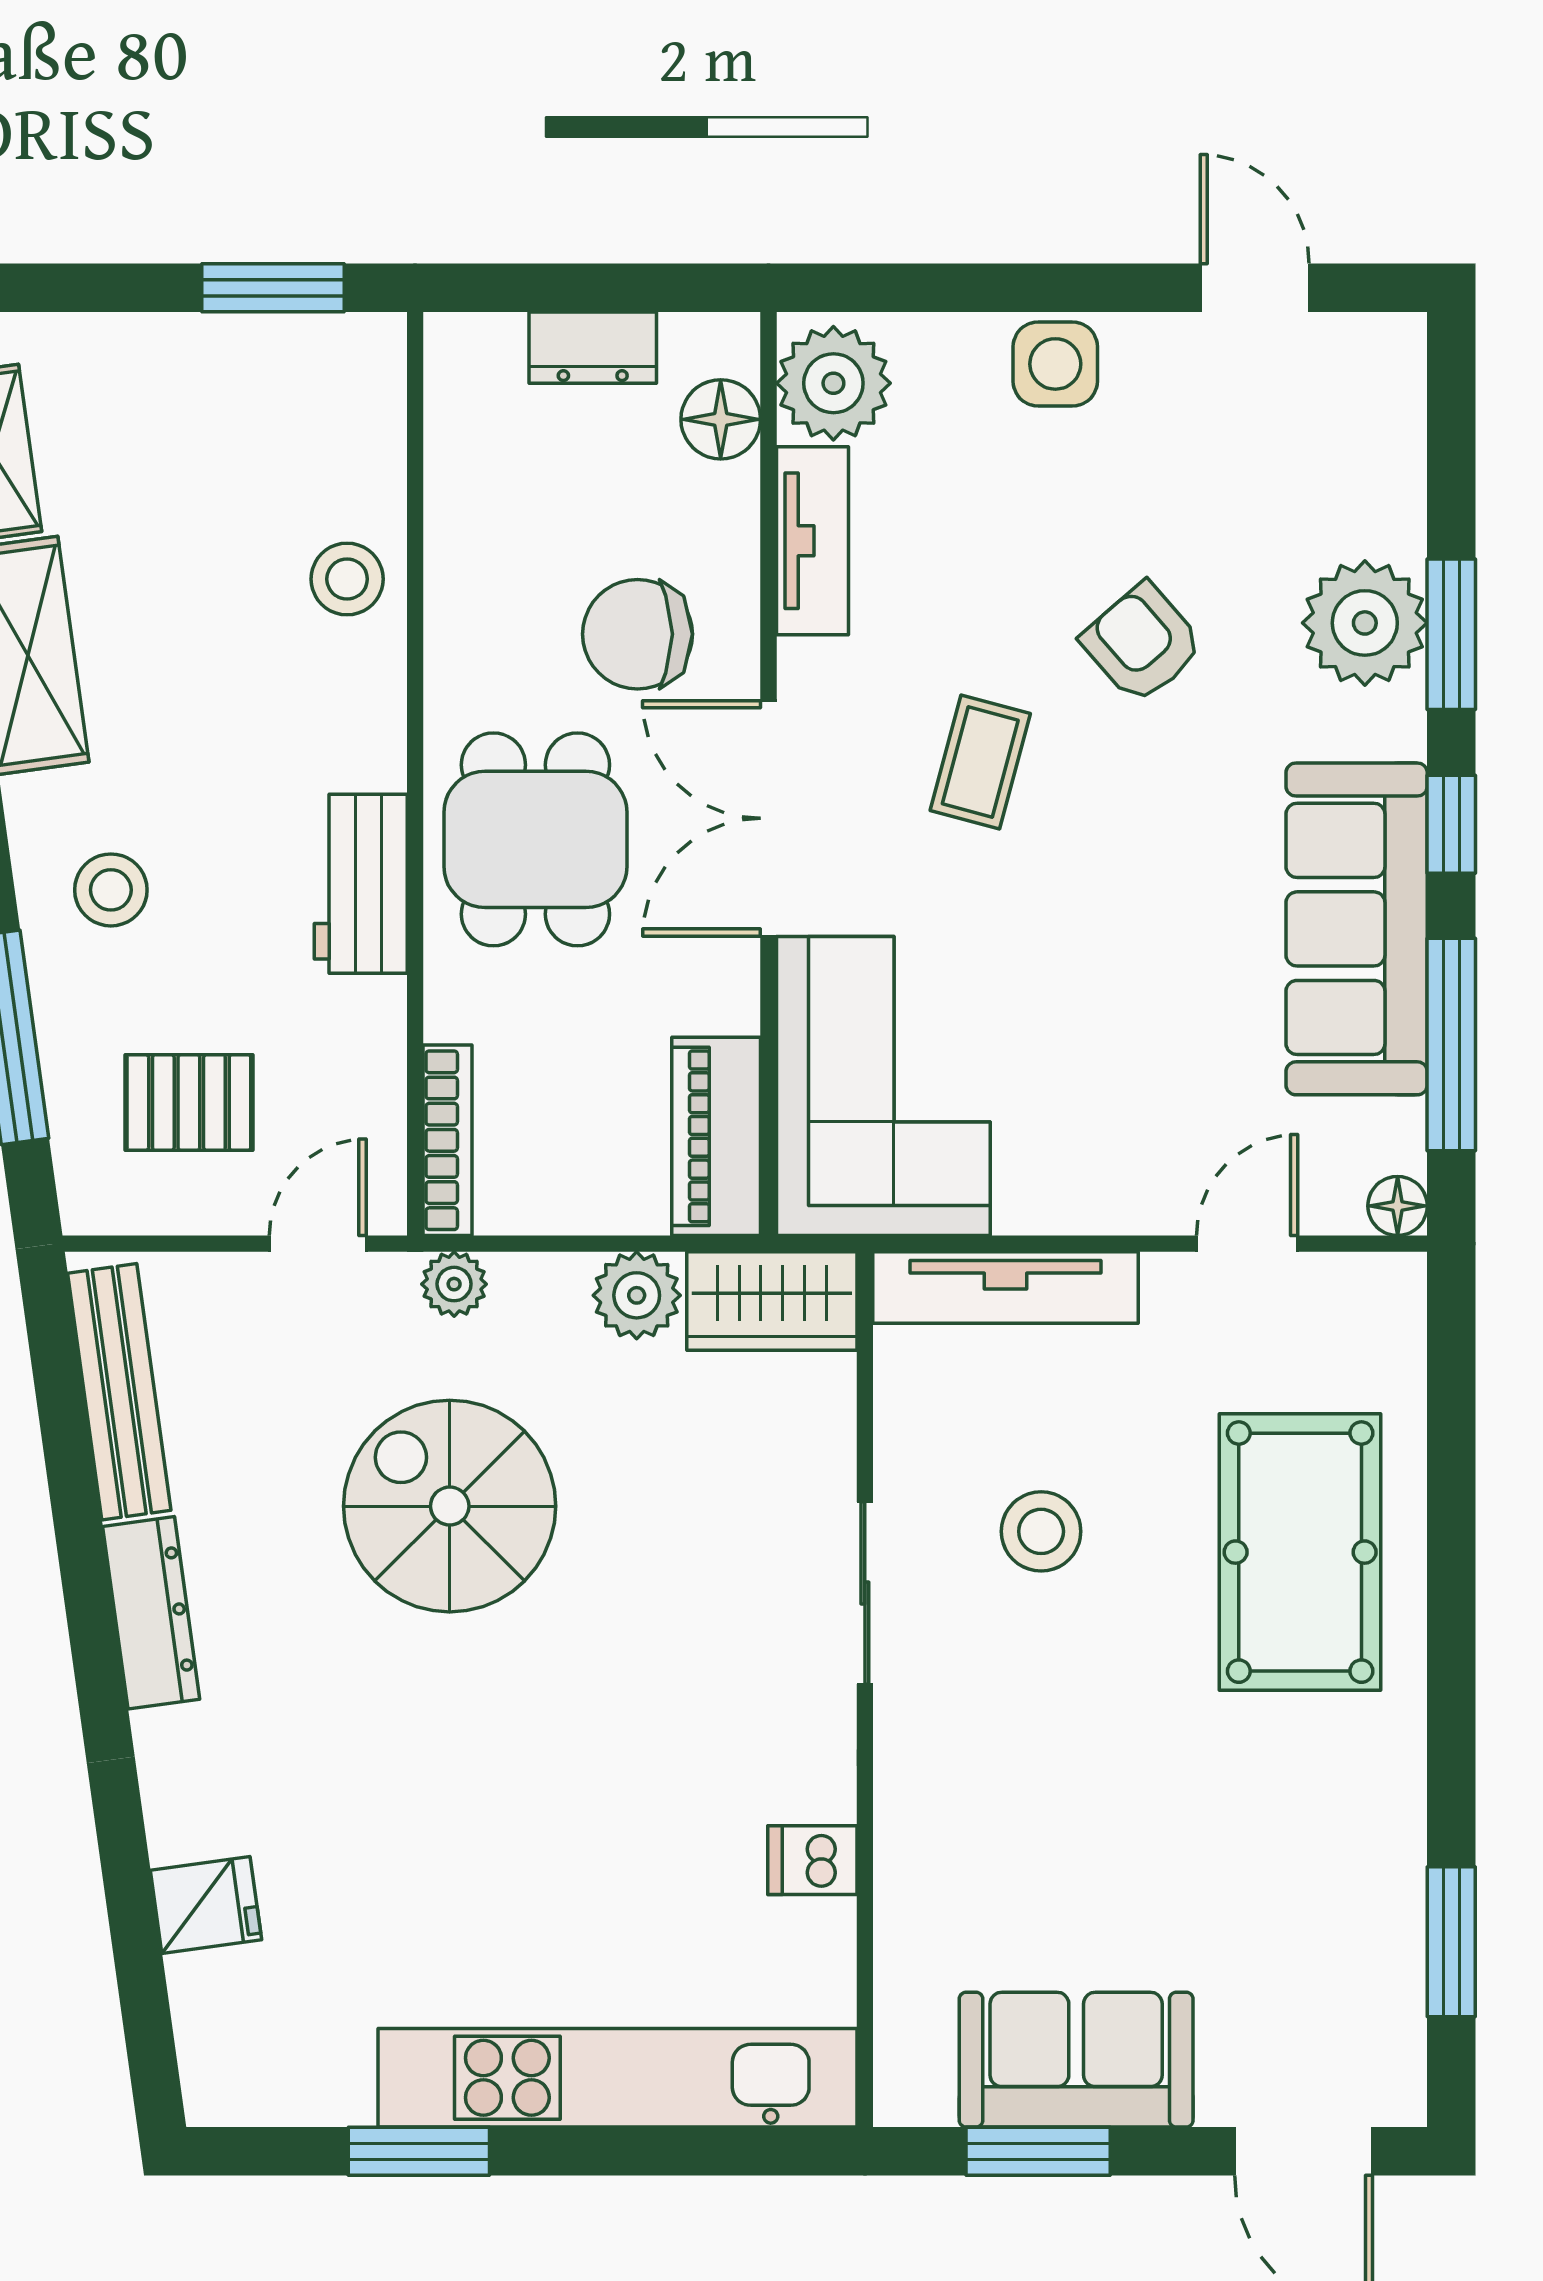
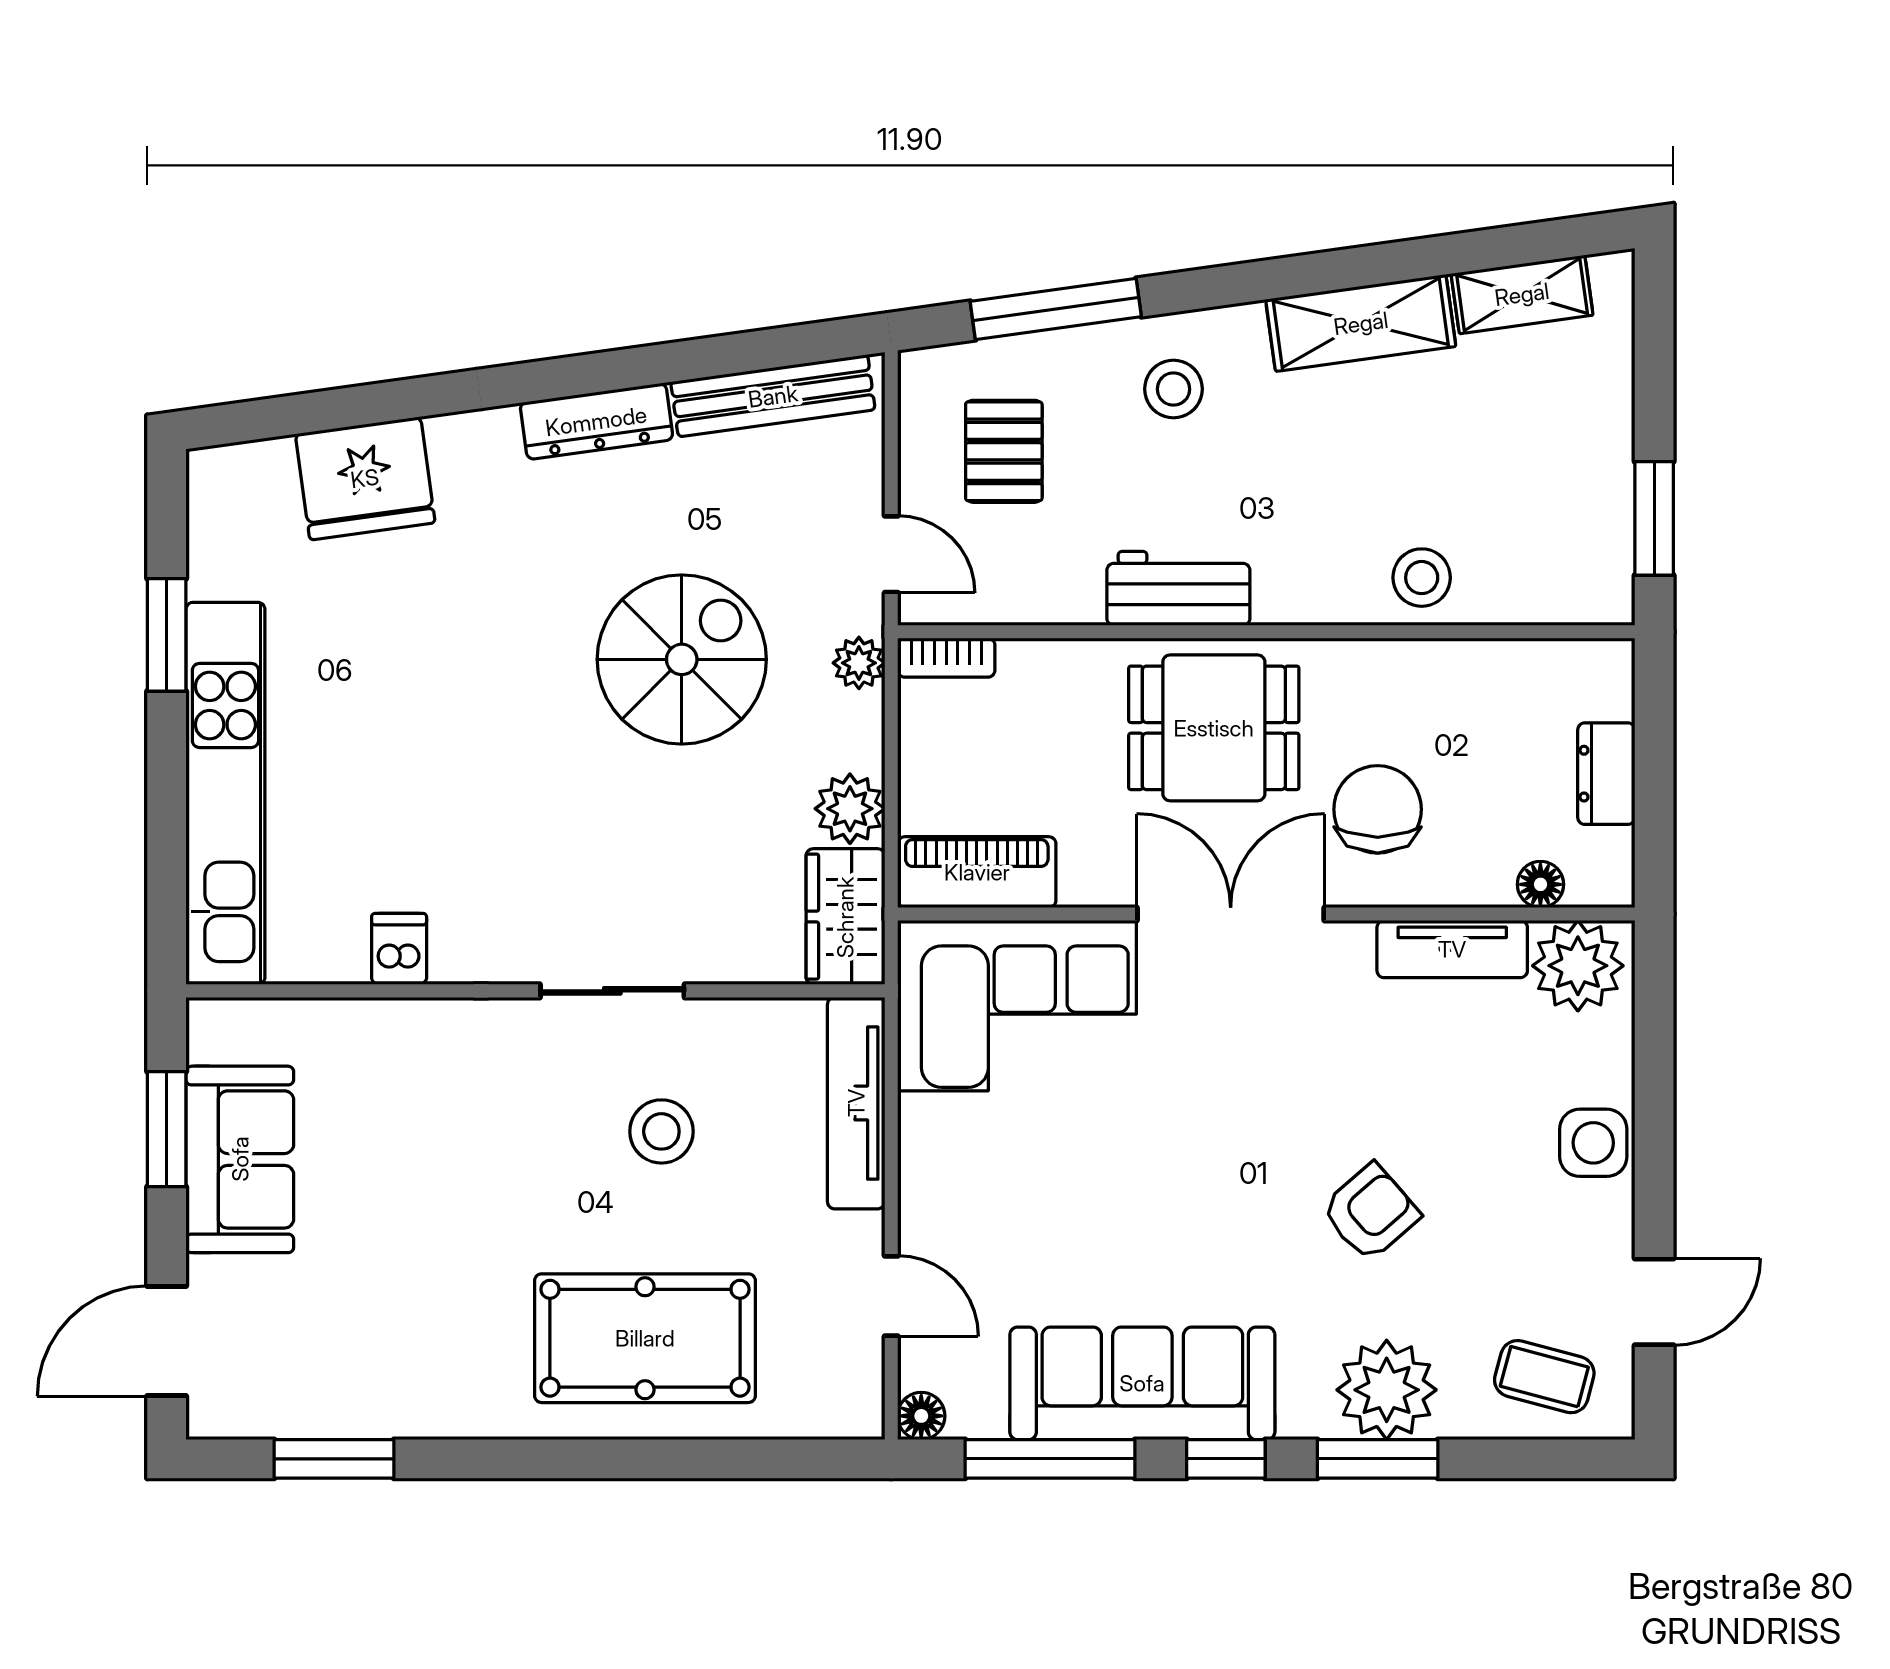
floor lamp: (721, 419) -> (1540, 884), width x0.73, depth x0.73
coffee table: (980, 762) -> (1544, 1377), moved
bookcase: (447, 1140) -> (946, 658), width x0.64
fridge: (206, 1905) -> (365, 478), width x1.88, depth x1.34

